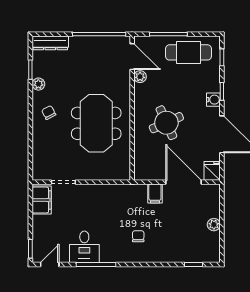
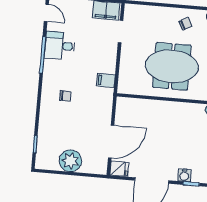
round table: (166, 123) -> (167, 131), removed
filing cabinet: (155, 194) -> (106, 80), moved
plant: (214, 225) -> (70, 161), width x1.87, depth x1.87

